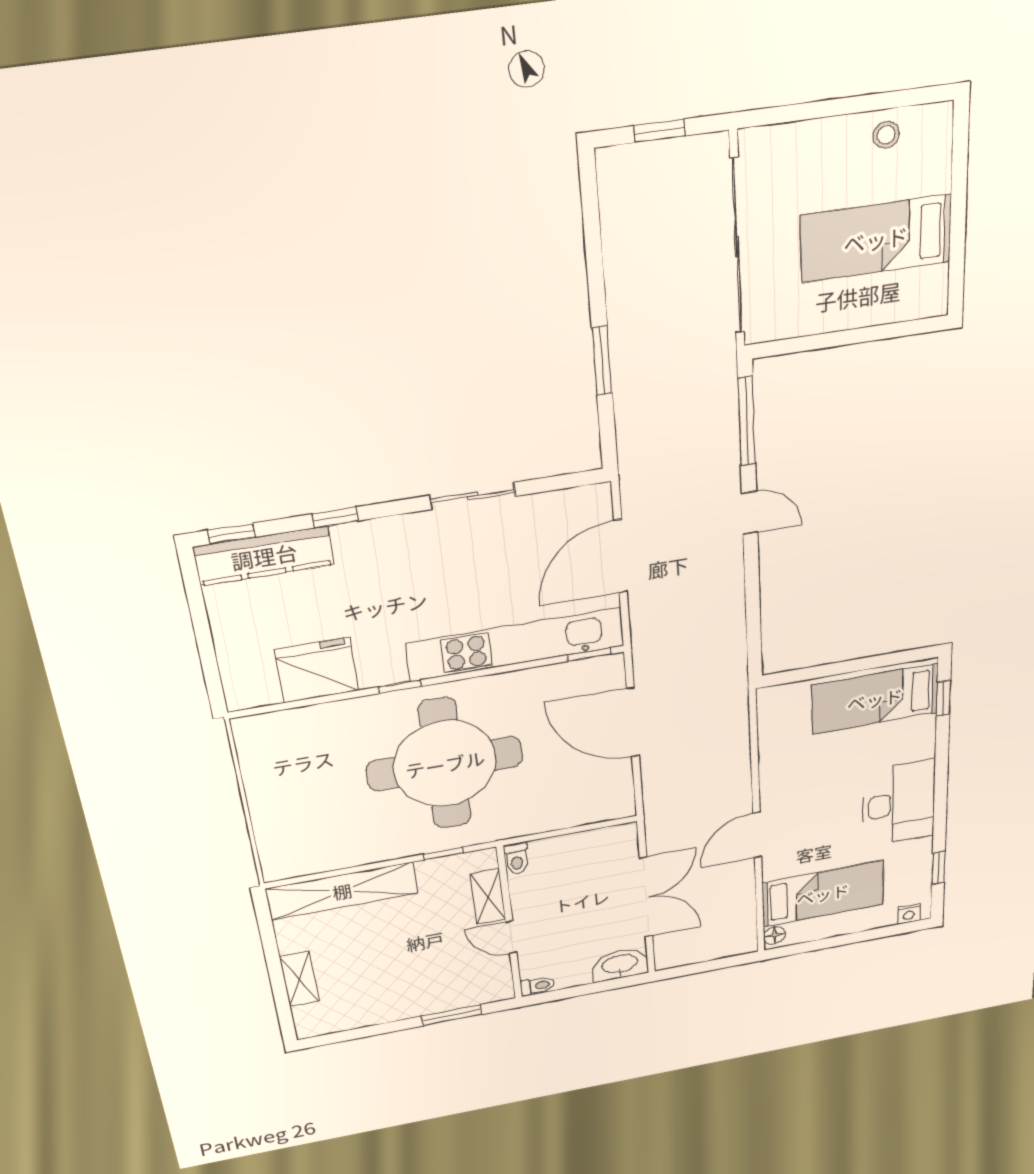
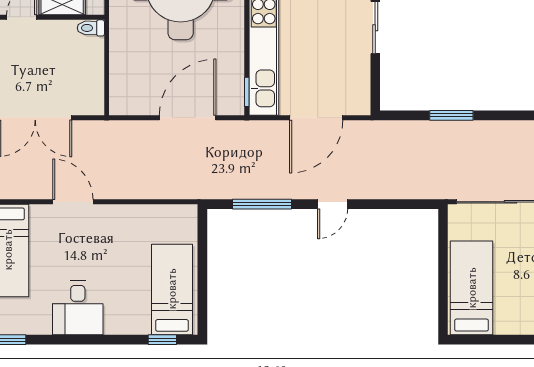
bed: (876, 239) -> (472, 288), moved
window: (747, 421) -> (262, 204), moved
door: (620, 556) -> (316, 118), swing flipped
desk: (899, 803) -> (78, 308), width x0.73

